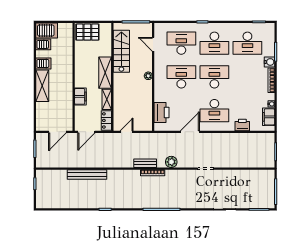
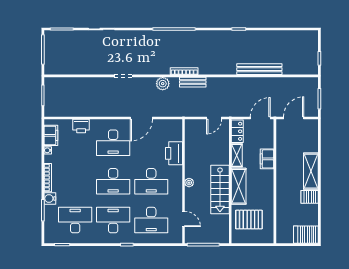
pallet: (87, 32) -> (249, 220), moved
server rack: (43, 44) -> (310, 219), removed
stairs: (121, 51) -> (220, 189), moved
desk: (214, 111) -> (113, 143), turned 180
printer: (161, 113) -> (174, 153), moved

